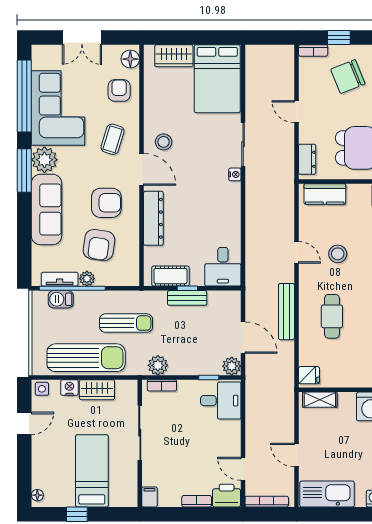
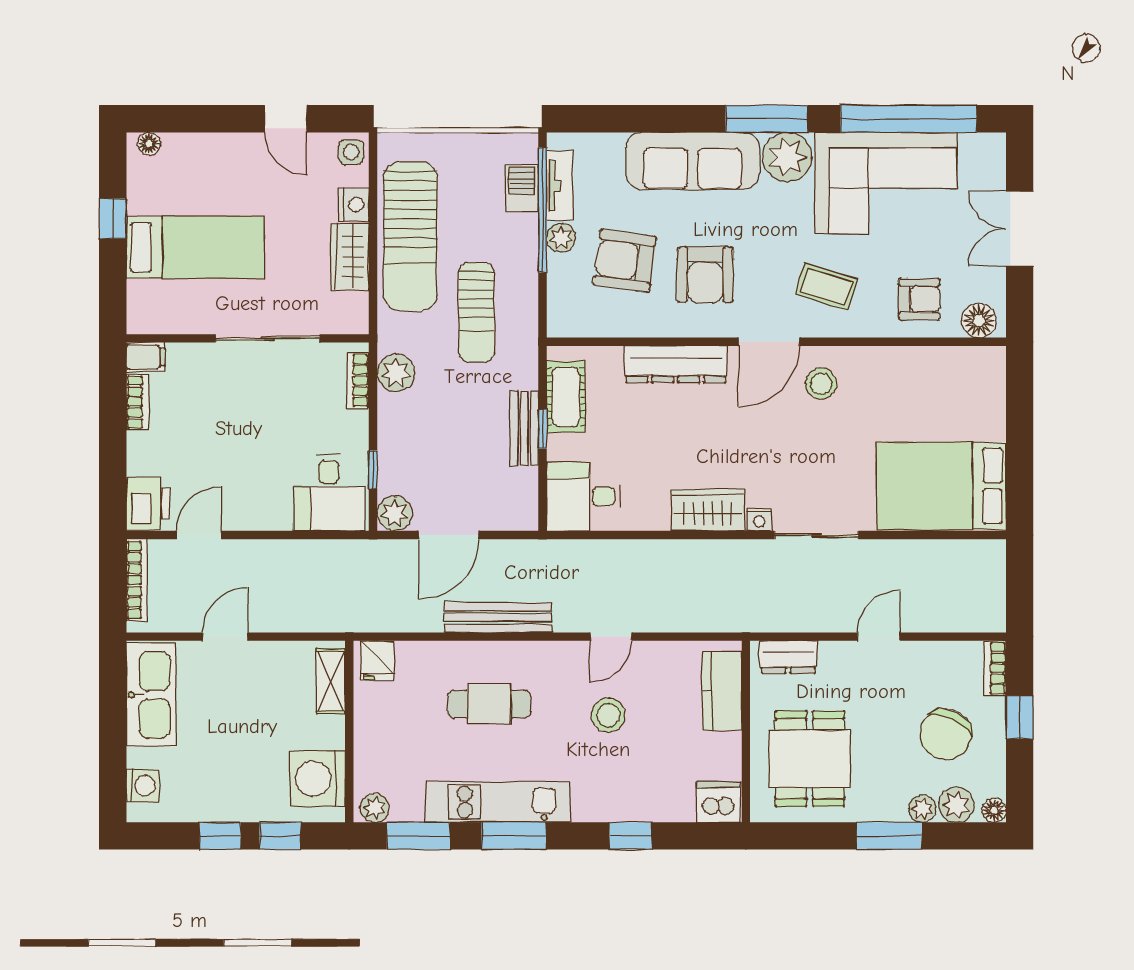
wardrobe: (174, 56) -> (708, 510), moved, turned 90
chair: (348, 77) -> (946, 734), turned -132
bookcase: (197, 501) -> (137, 402), moved

